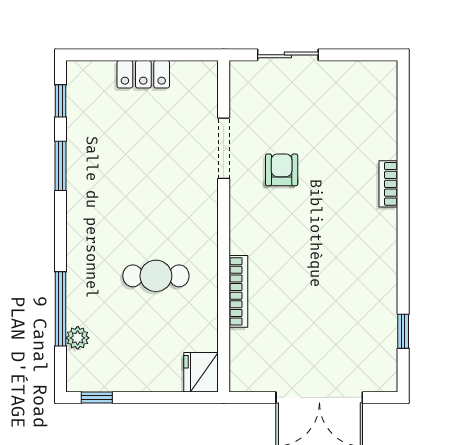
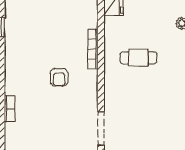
armchair: (282, 170) -> (59, 77), moved

